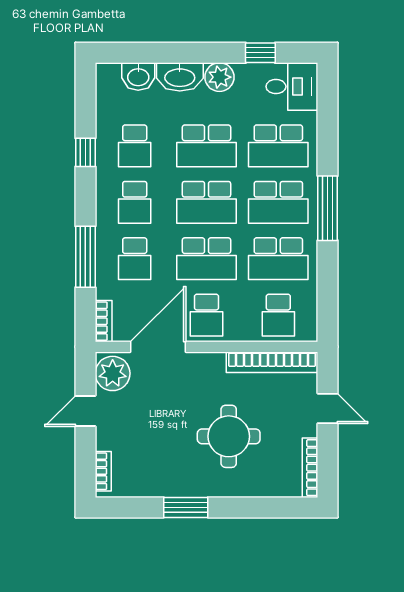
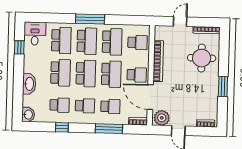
washbasin: (138, 76) -> (28, 115), moved
plant: (219, 77) -> (30, 66), removed
bookcase: (272, 362) -> (158, 61), moved
round table: (229, 436) -> (202, 58), moved

